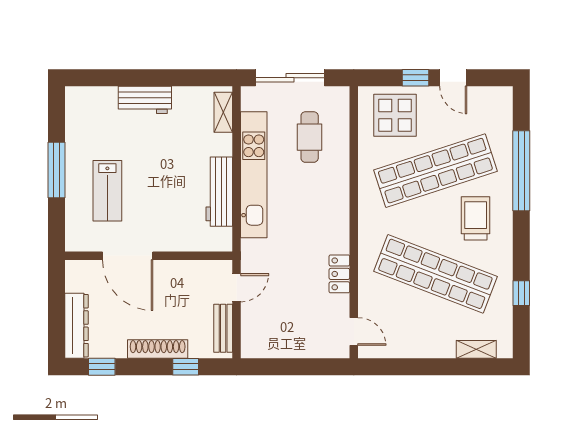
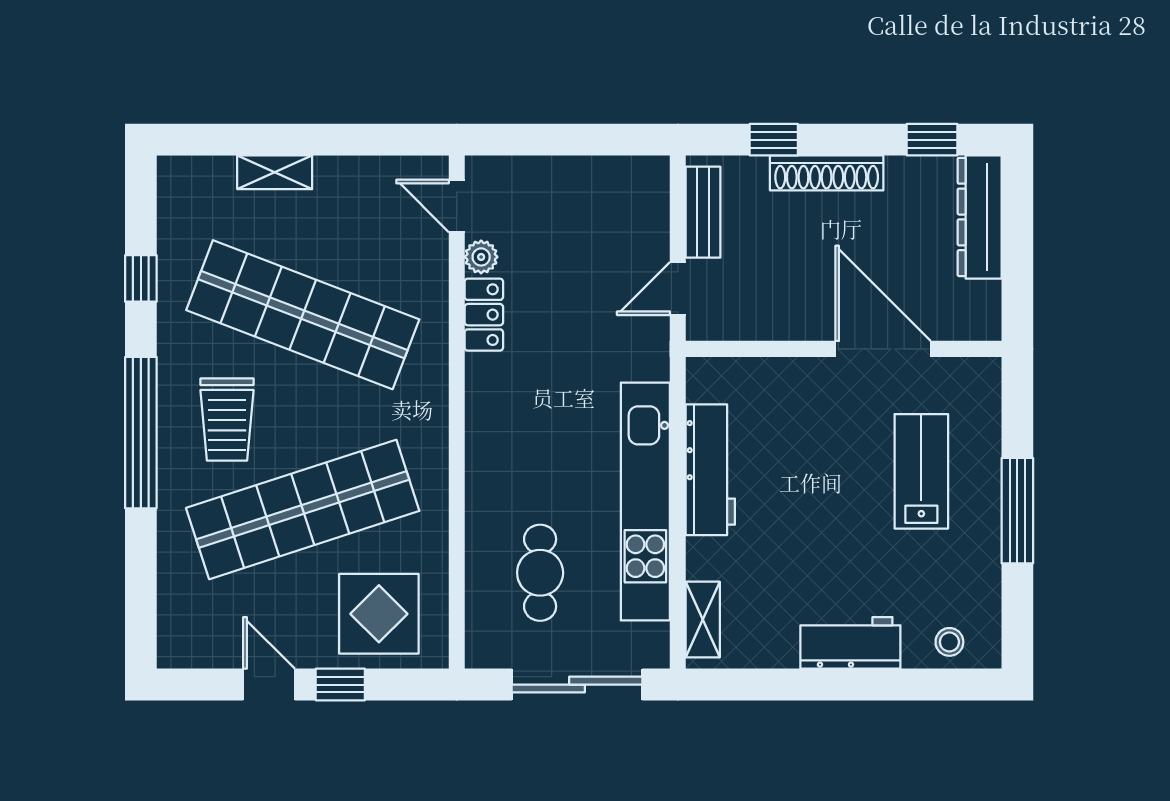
stool: (92, 100) -> (949, 642), added
window: (521, 171) -> (141, 433), moved
plant: (341, 304) -> (481, 257), added
shelving: (476, 349) -> (275, 172), moved

